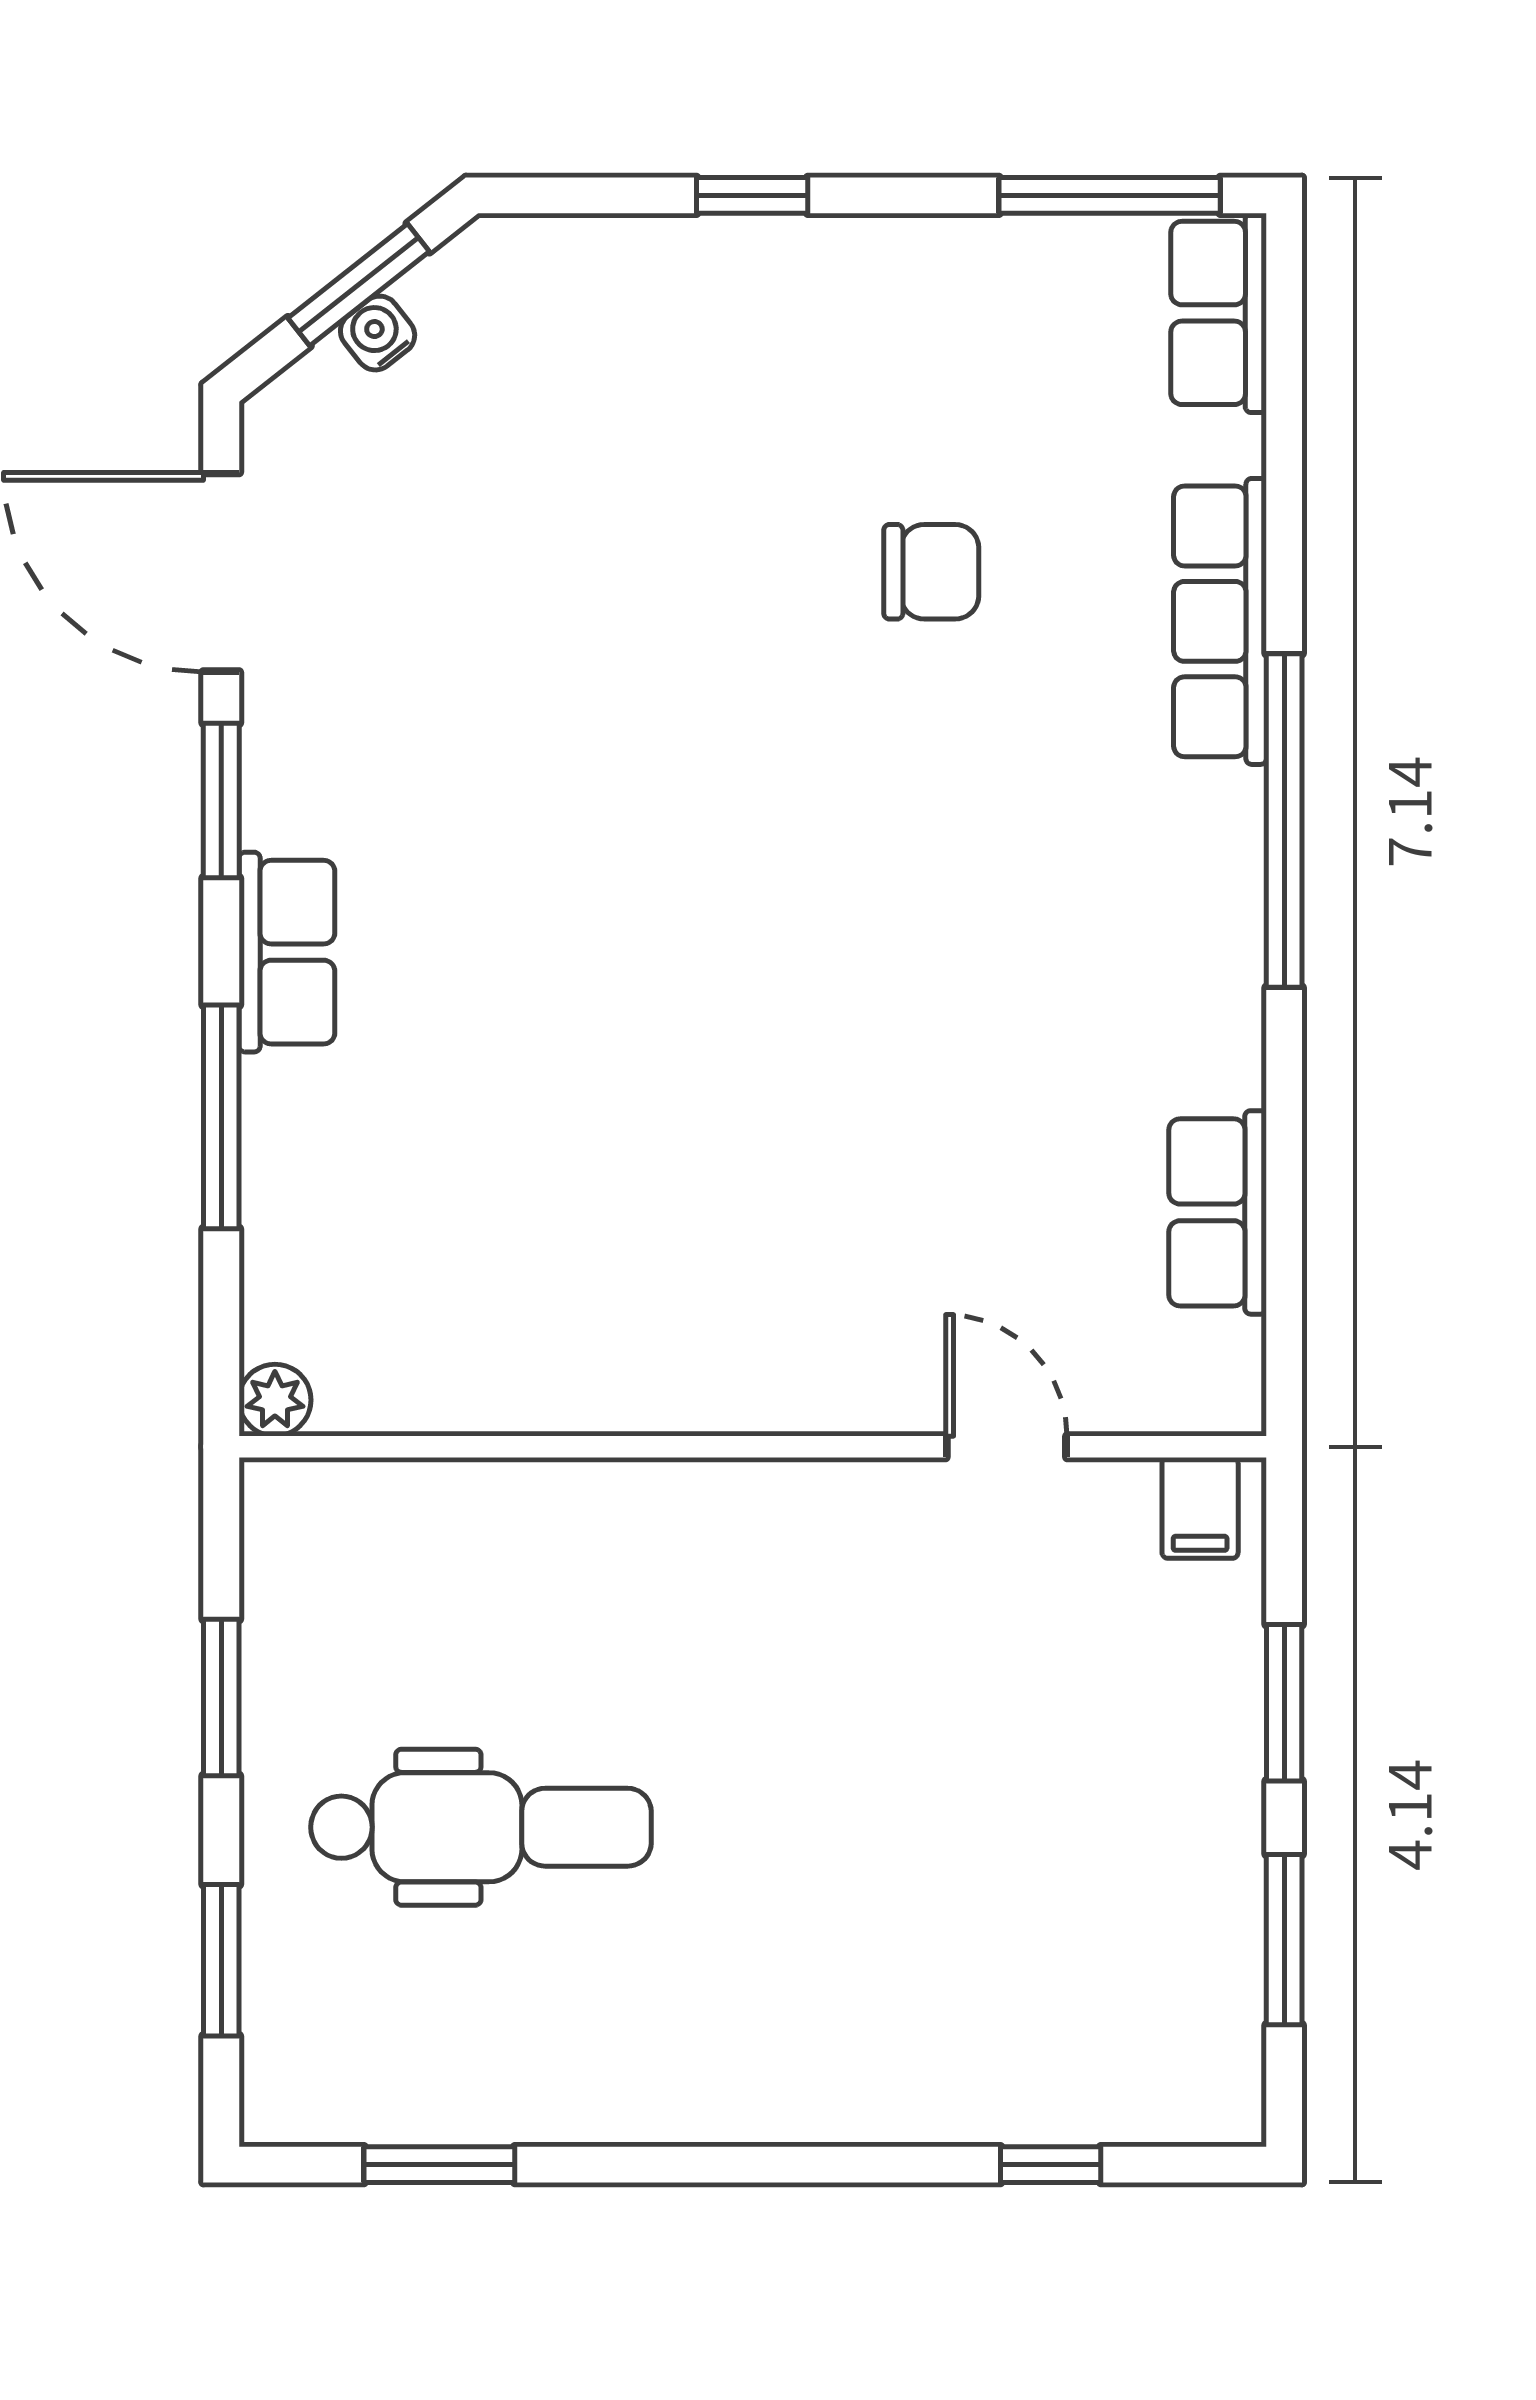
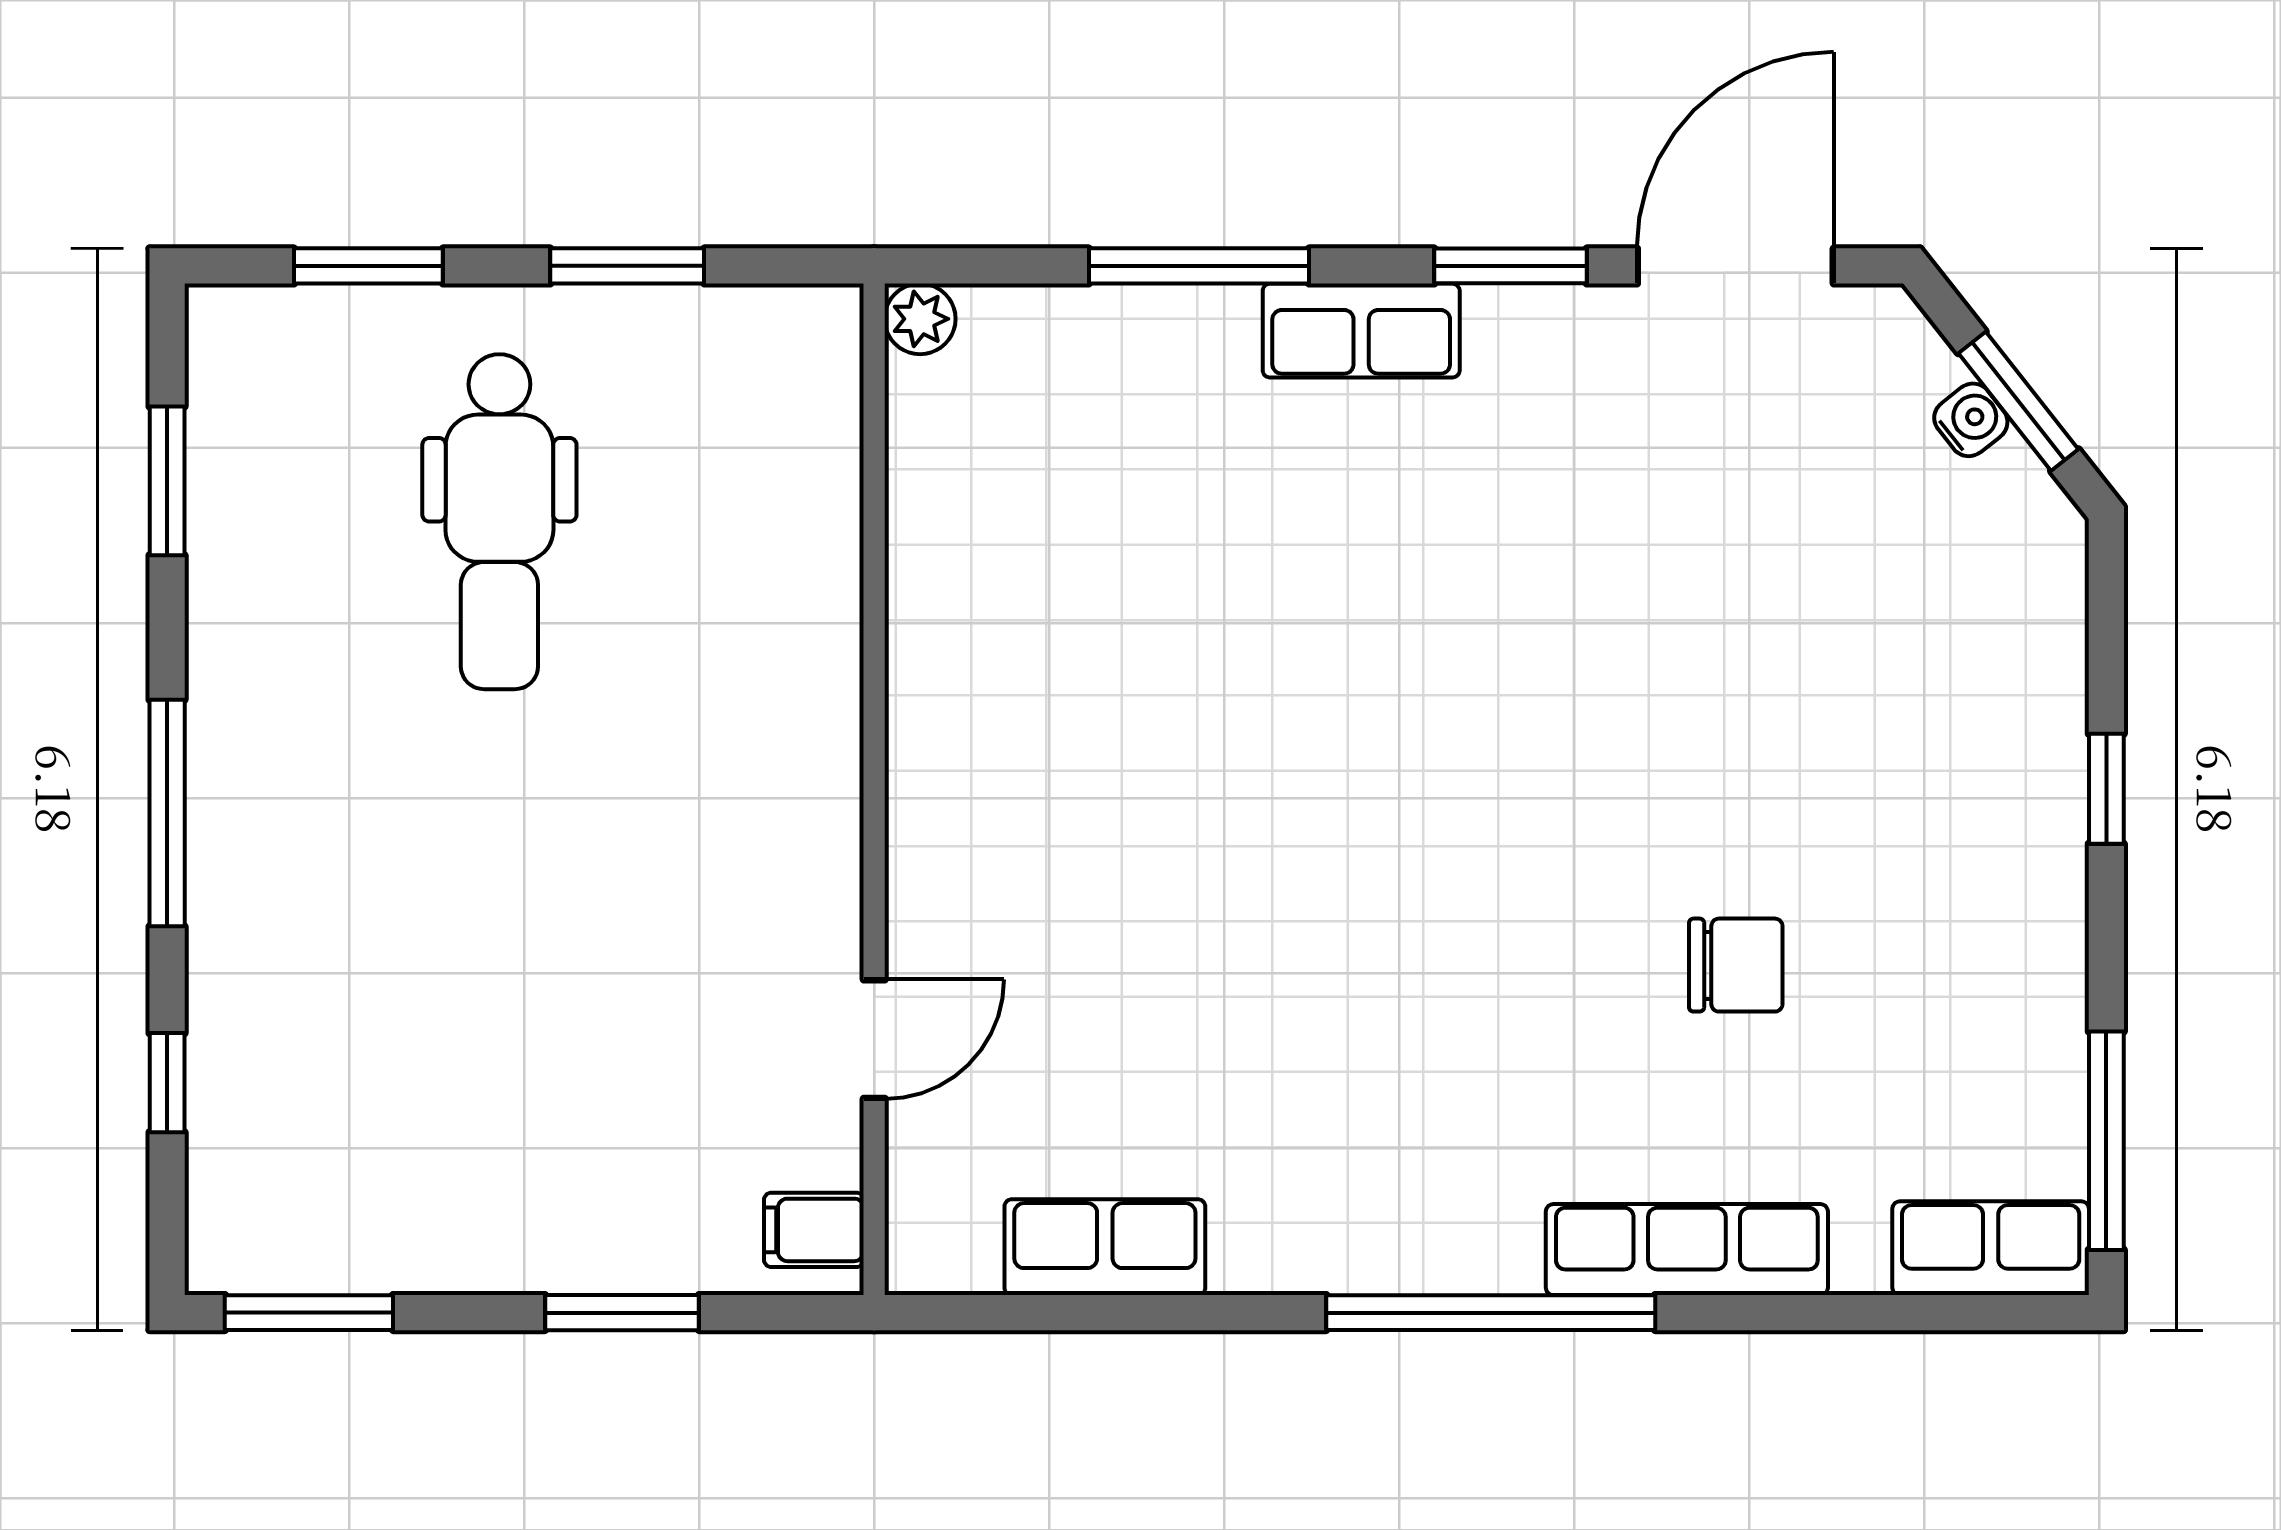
chair: (931, 572) -> (1736, 965), turned -90
window: (1284, 1940) -> (309, 1313), moved
window: (777, 2165) -> (167, 813), added

